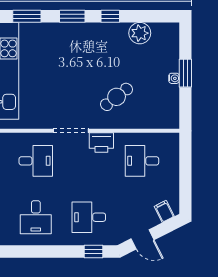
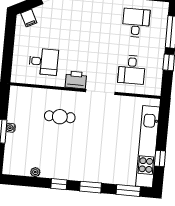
plant: (140, 33) -> (35, 172), width x0.53, depth x0.53
cafe table: (117, 97) -> (60, 117), turned 38
desk: (36, 161) -> (132, 70), turned -90
desk: (89, 217) -> (92, 19), removed

